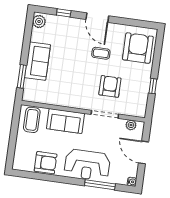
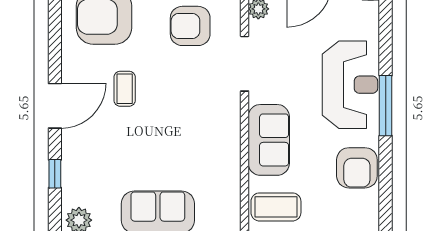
armchair: (110, 86) -> (190, 26), moved
armchair: (46, 163) -> (357, 168), turned 180
window: (100, 185) -> (386, 106), moved

